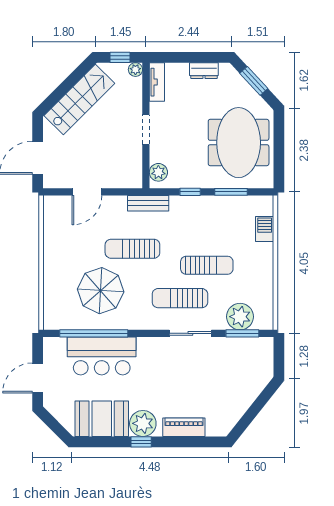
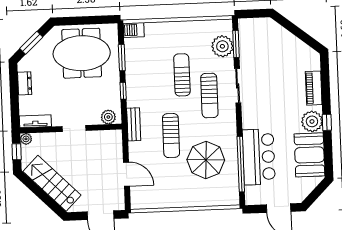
barbecue: (265, 229) -> (134, 30), moved

